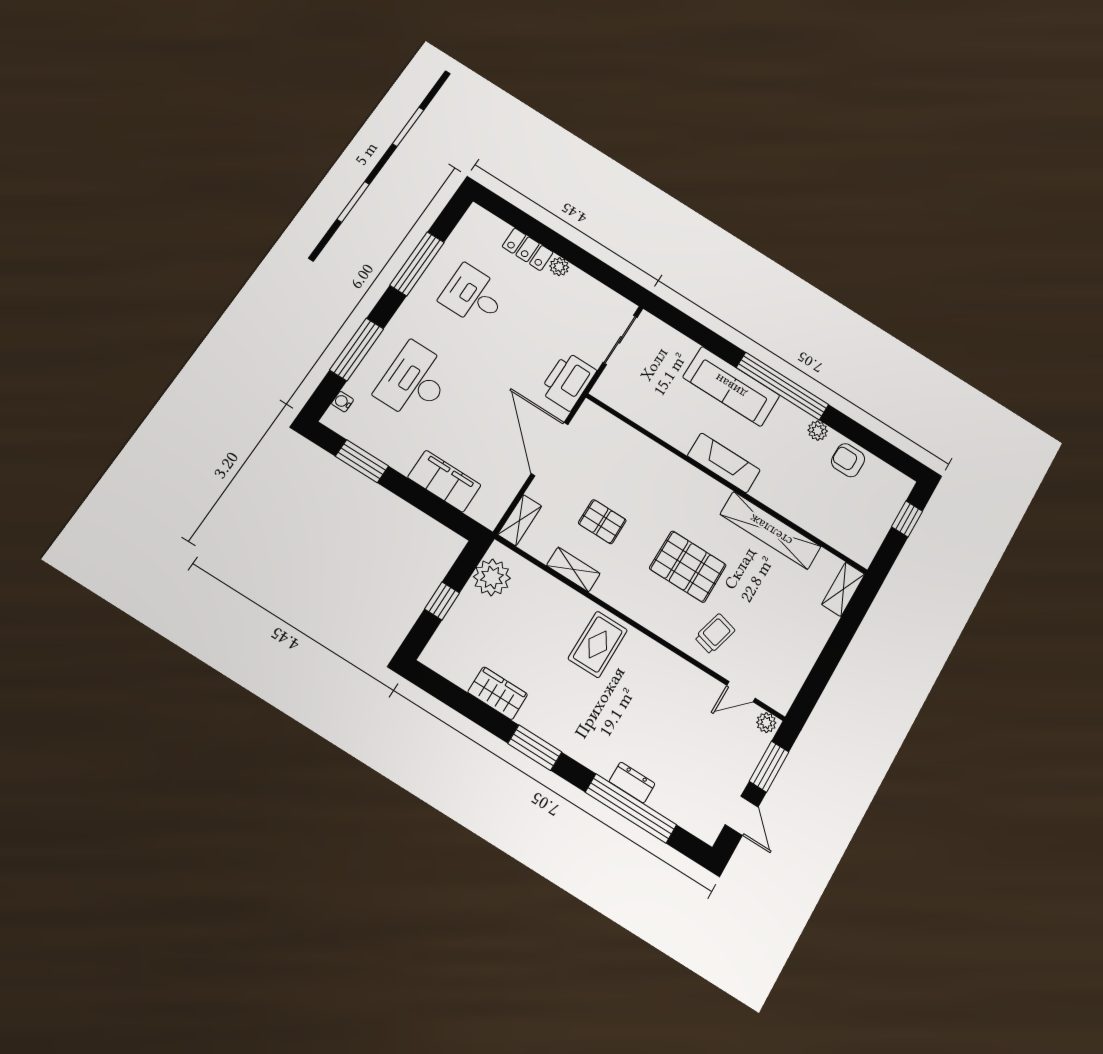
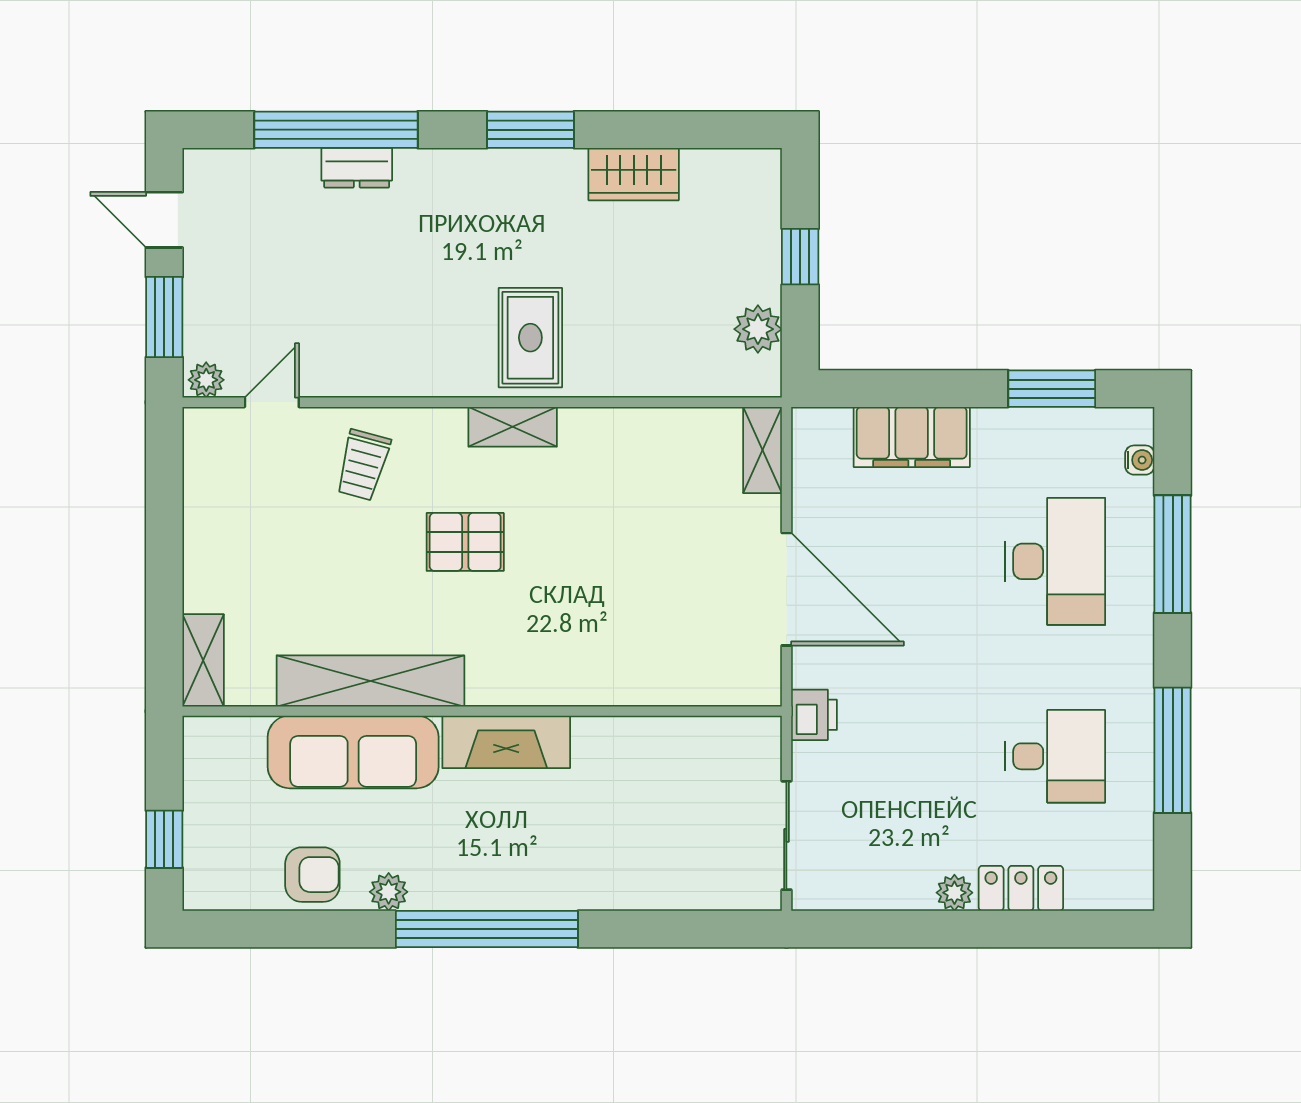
printer: (568, 381) -> (814, 715), width x0.53, depth x0.68
sofa: (731, 386) -> (353, 752), moved, turned 180
pallet: (602, 522) -> (637, 528), removed
pallet: (688, 567) -> (465, 542), width x0.67, depth x0.71
shelving: (573, 570) -> (513, 427), moved
plant: (492, 577) -> (758, 329), width x0.73, depth x0.73

